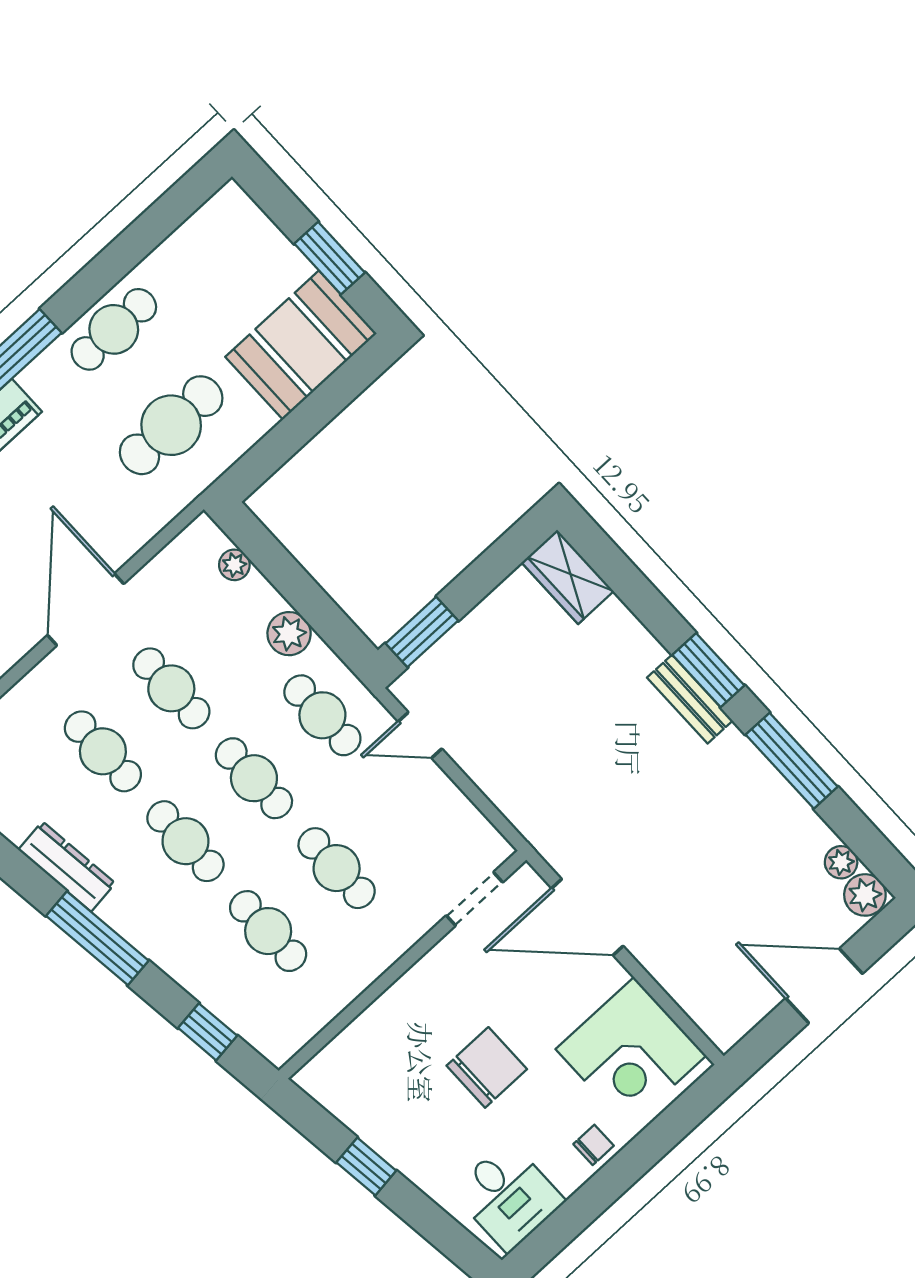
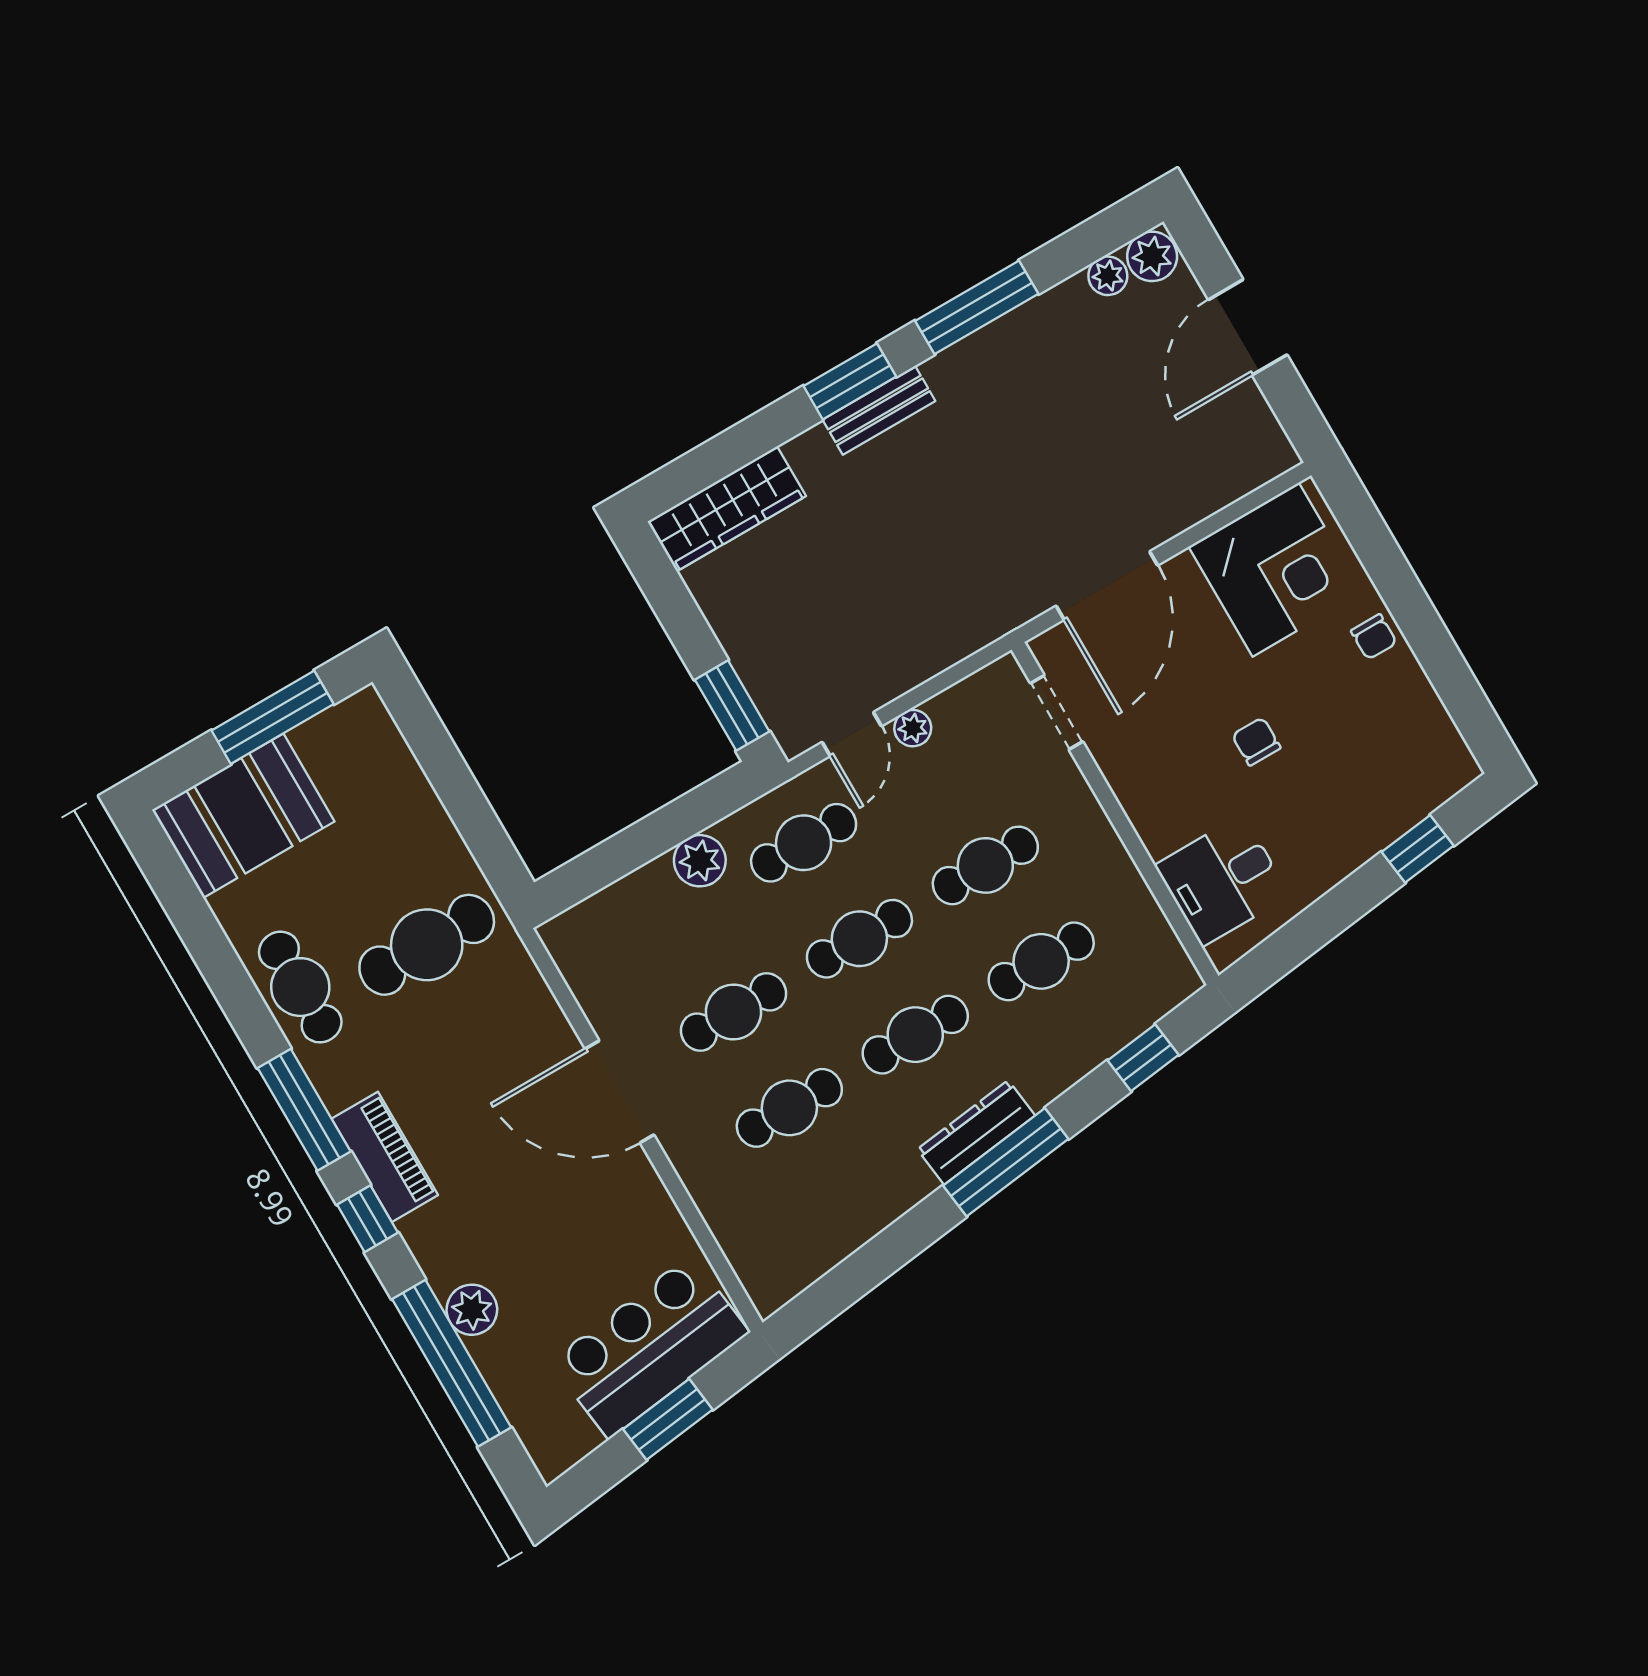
window: (330, 258) -> (273, 717), width x1.44
booth: (301, 345) -> (243, 816), moved, turned 90
cafe table: (171, 425) -> (427, 945), turned 90
plant: (234, 565) -> (913, 728), moved
wardrobe: (568, 577) -> (727, 509), width x1.50
dresser: (67, 866) -> (976, 1132), moved
chair: (487, 1067) -> (1256, 741), width x0.54, depth x0.54
chair: (594, 1145) -> (1374, 637), turned 180
window: (366, 1167) -> (1418, 849), moved
desk: (508, 1196) -> (1222, 880), moved, turned 180

